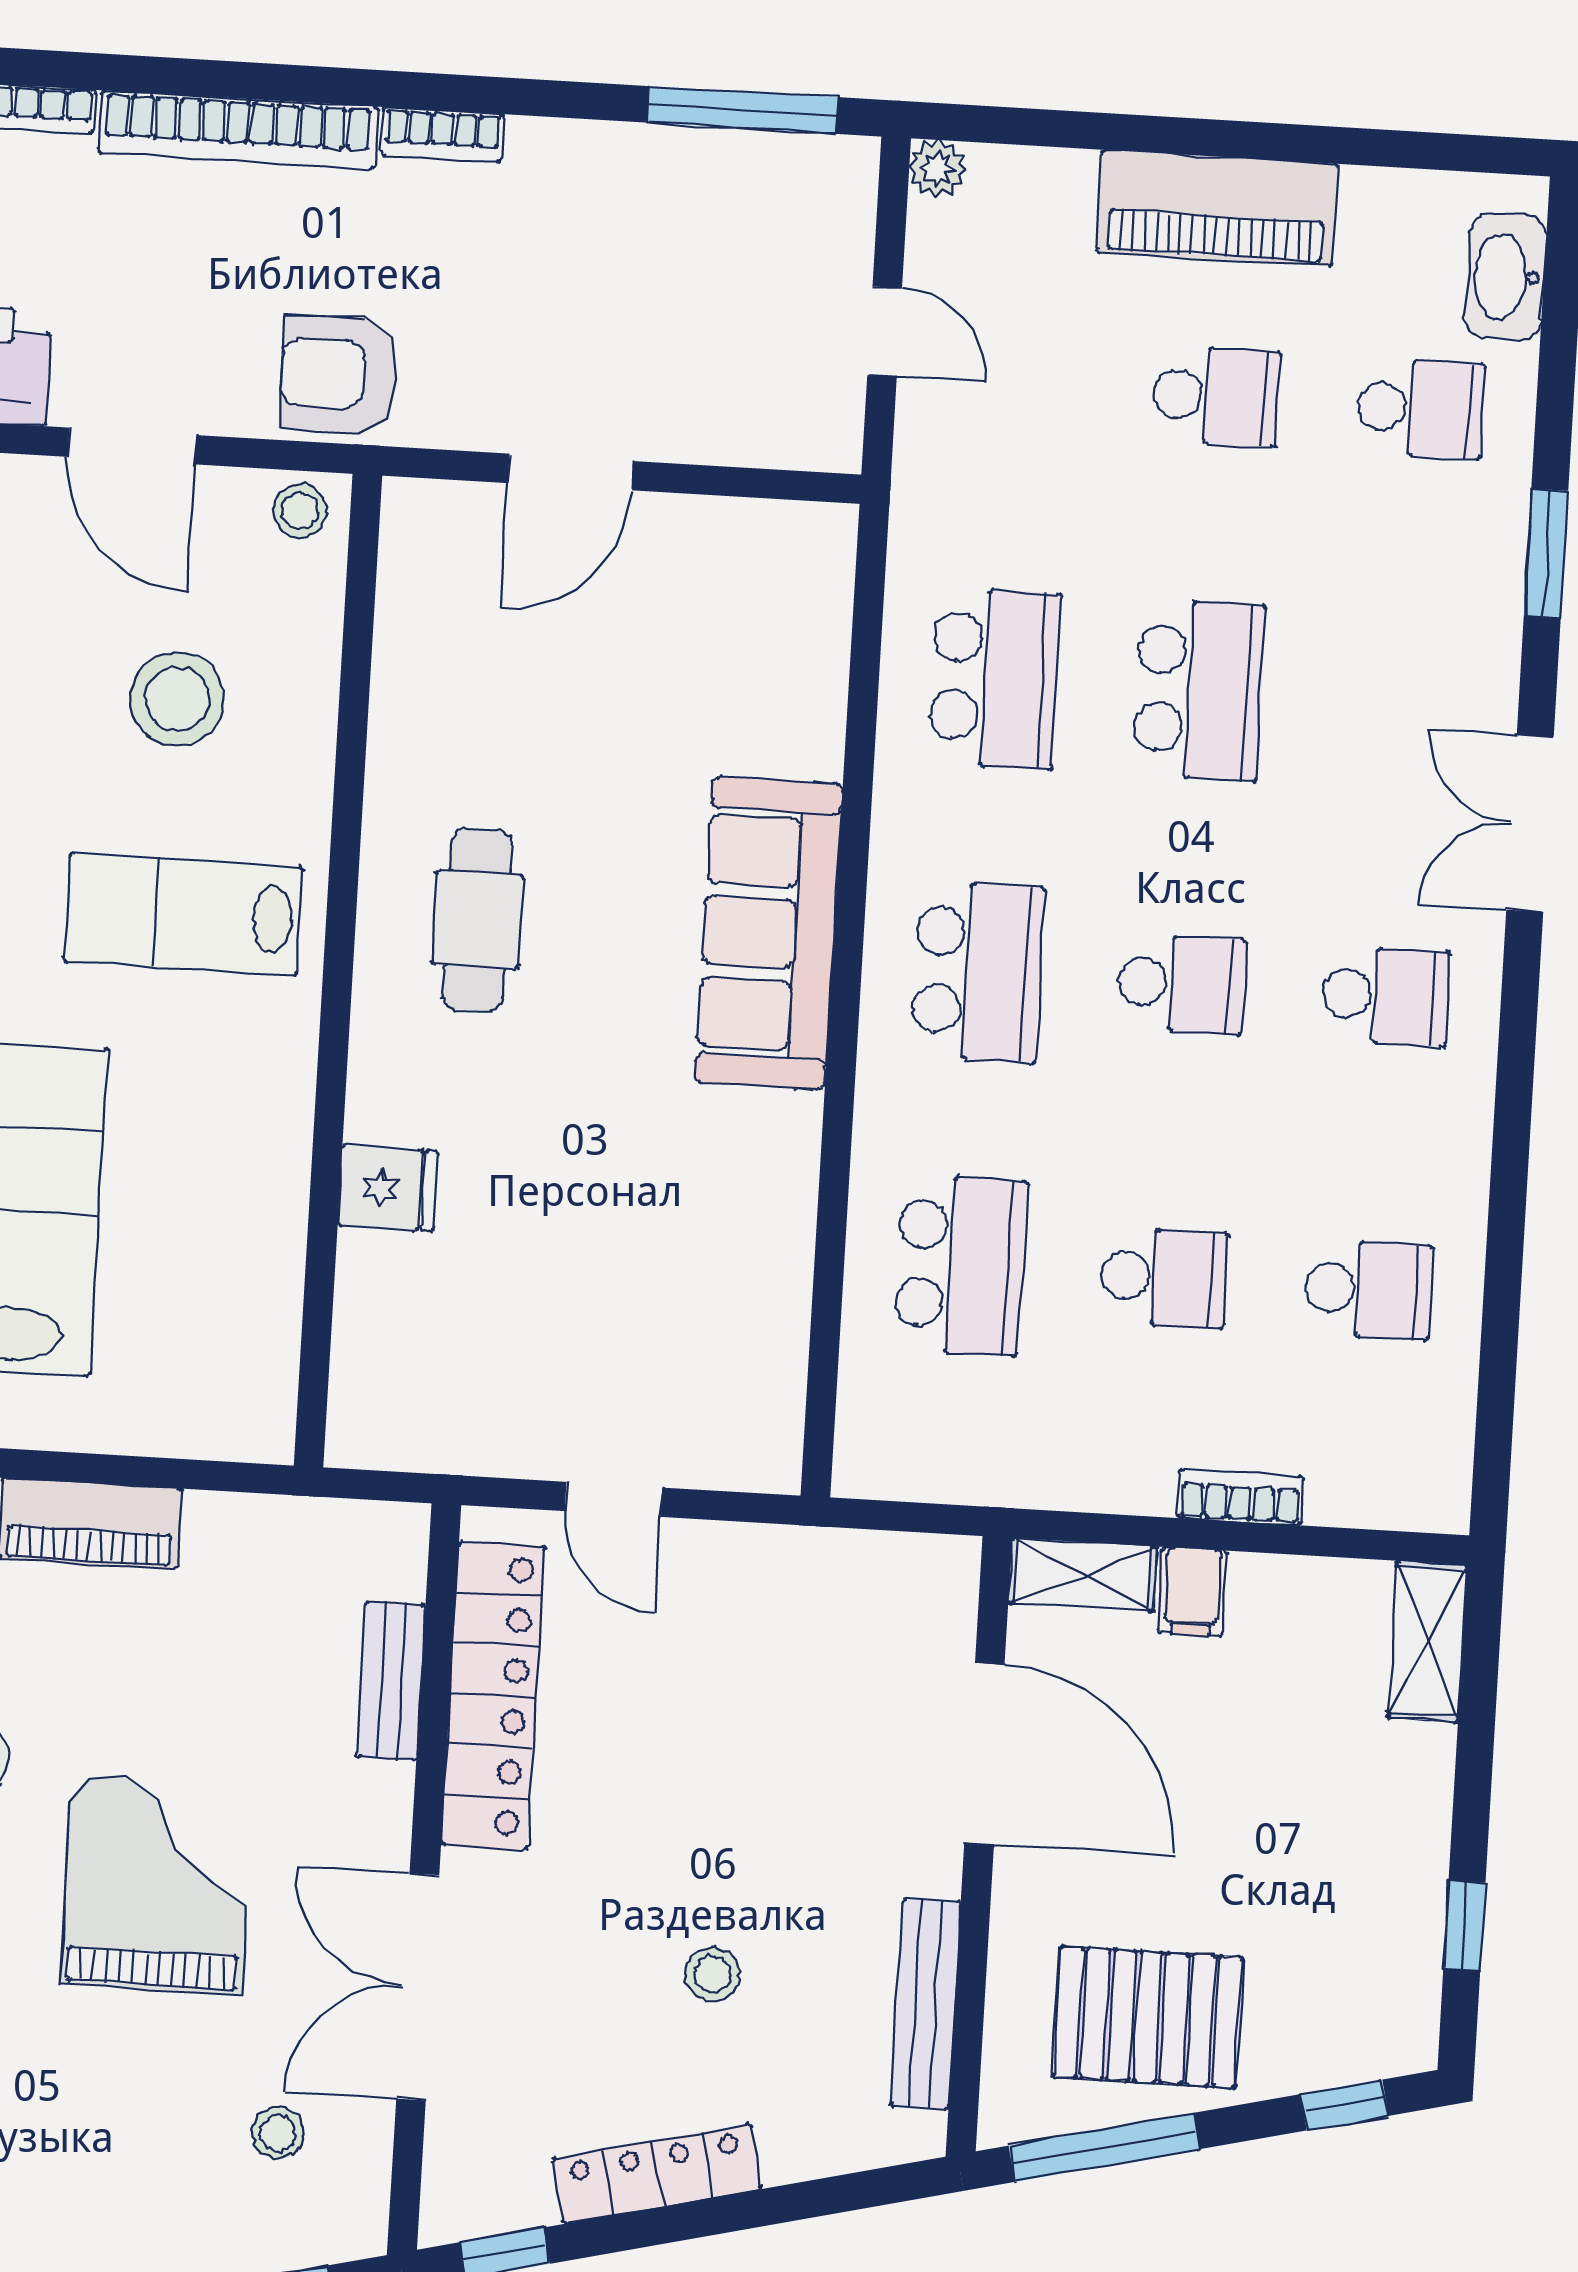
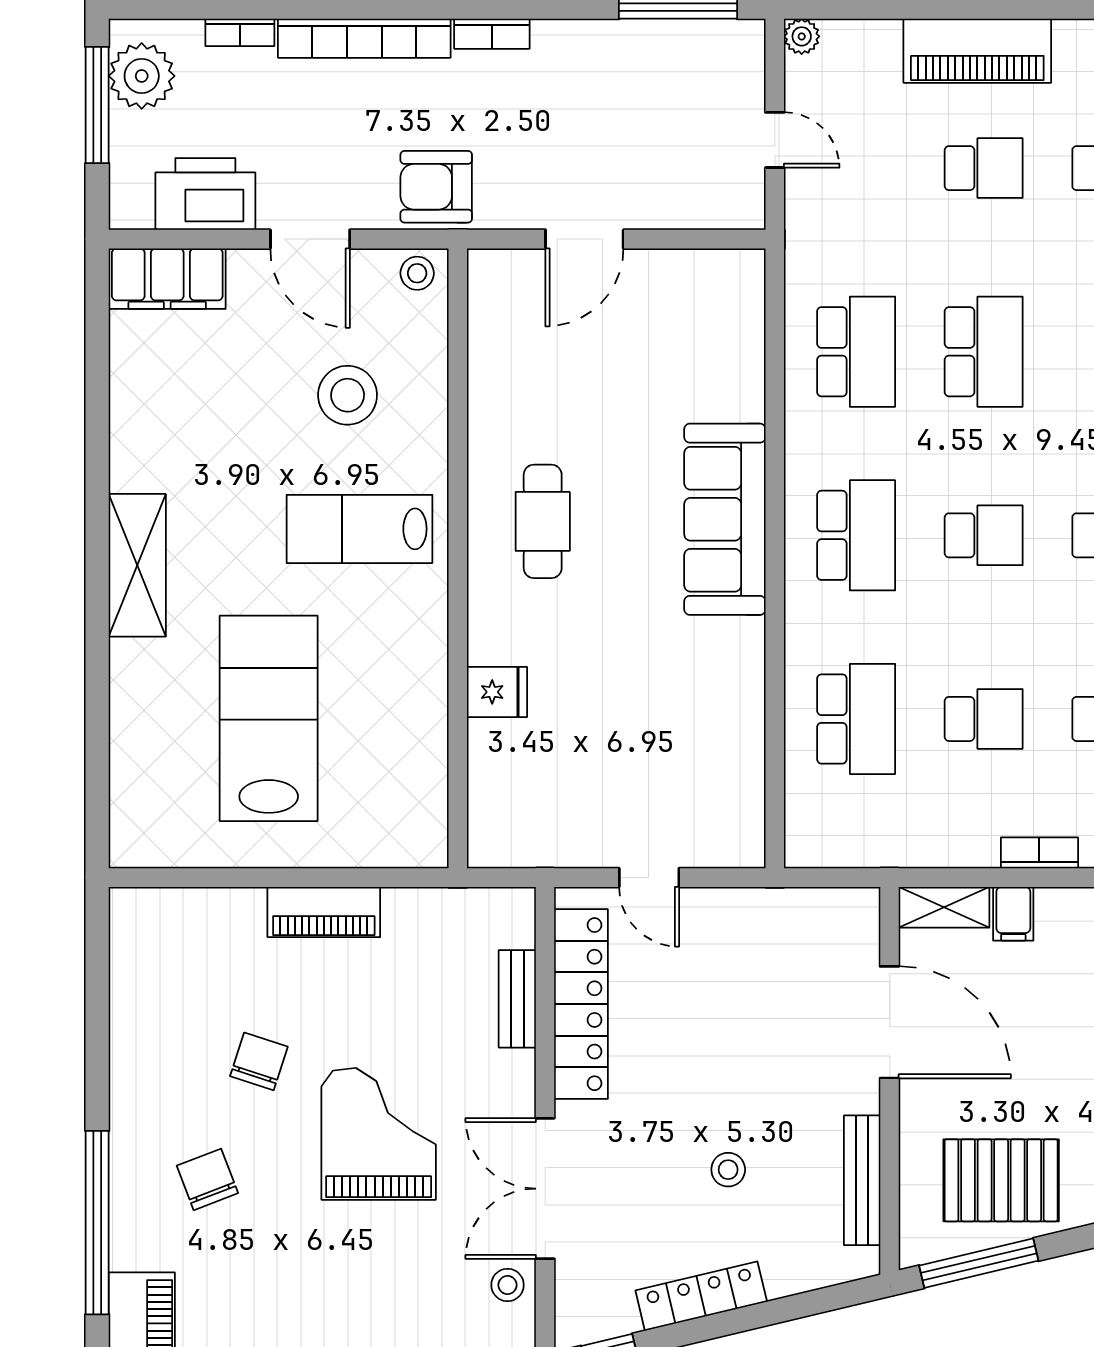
stool: (278, 2133) -> (507, 1285), moved

